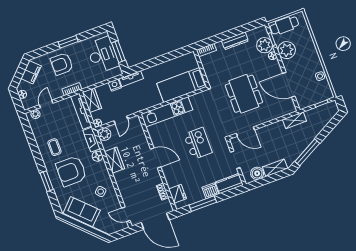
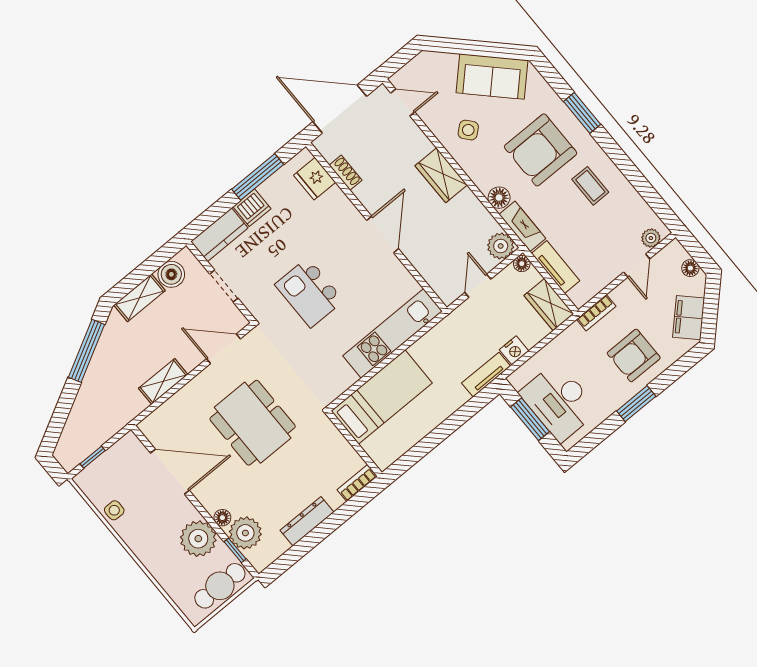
armchair: (62, 64) -> (634, 355), turned 180
tv unit: (81, 111) -> (556, 267), width x0.71
shelving: (295, 120) -> (163, 381), moved
door: (156, 158) -> (383, 235), swing flipped
wardrobe: (114, 160) -> (441, 175), moved
armchair: (71, 171) -> (541, 150), turned 180

